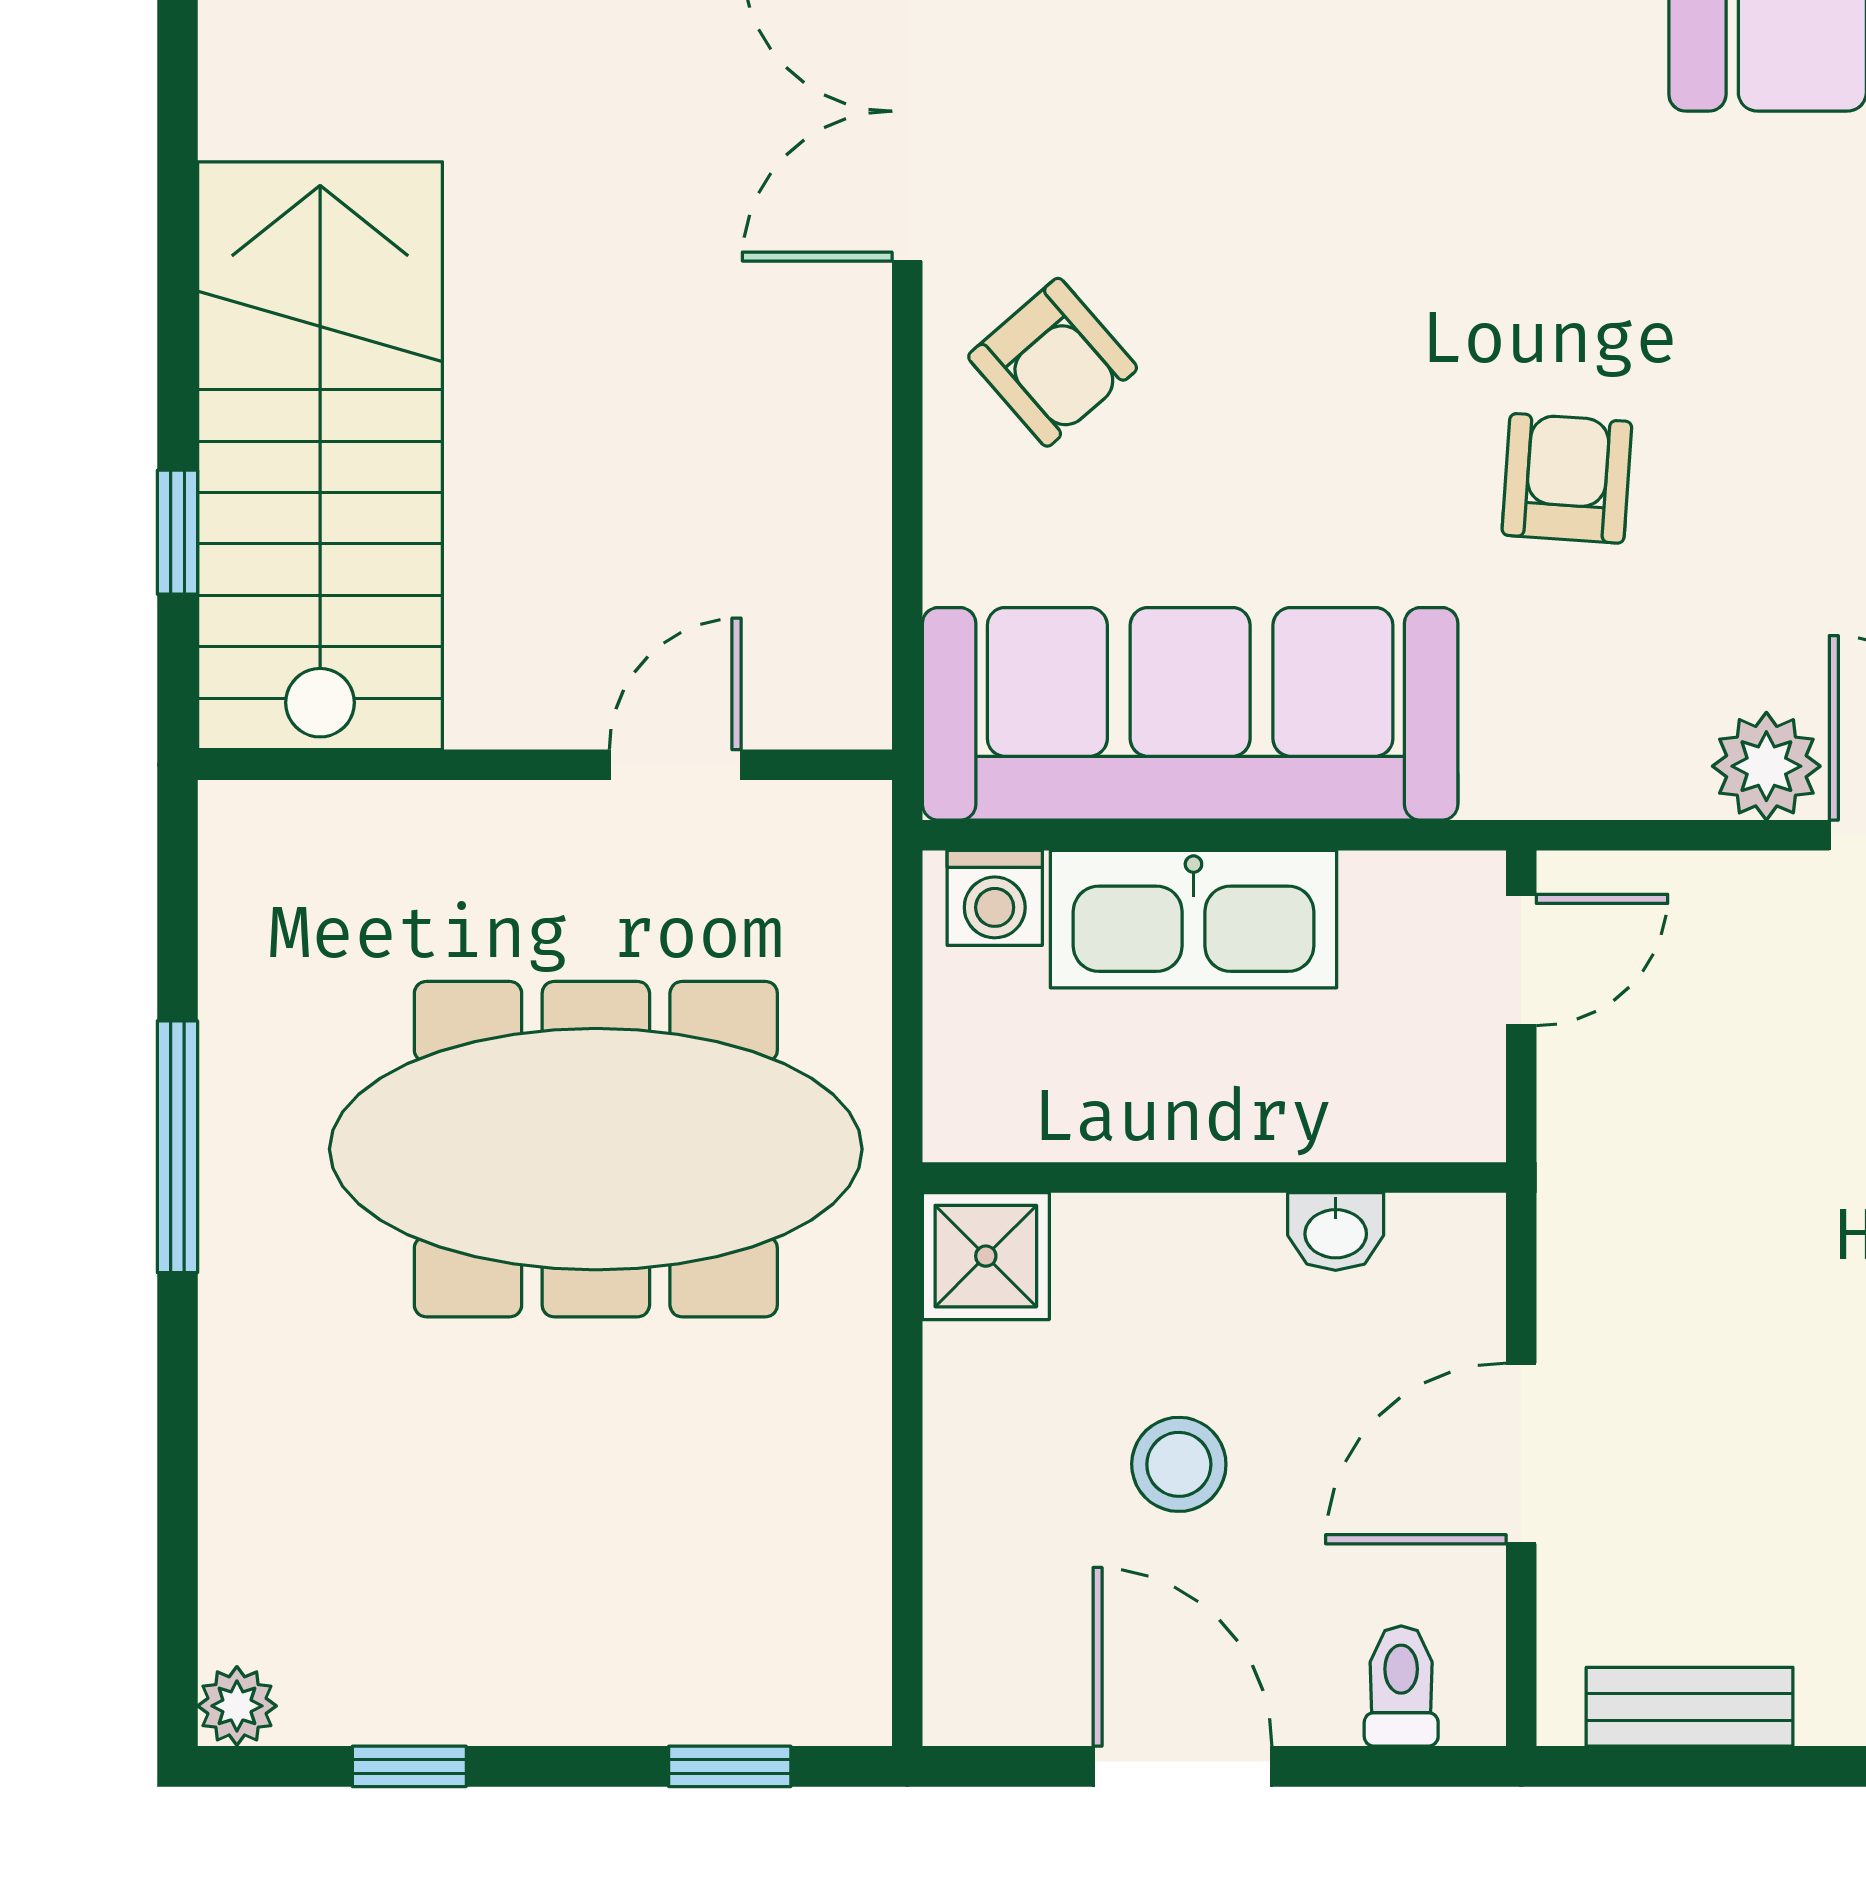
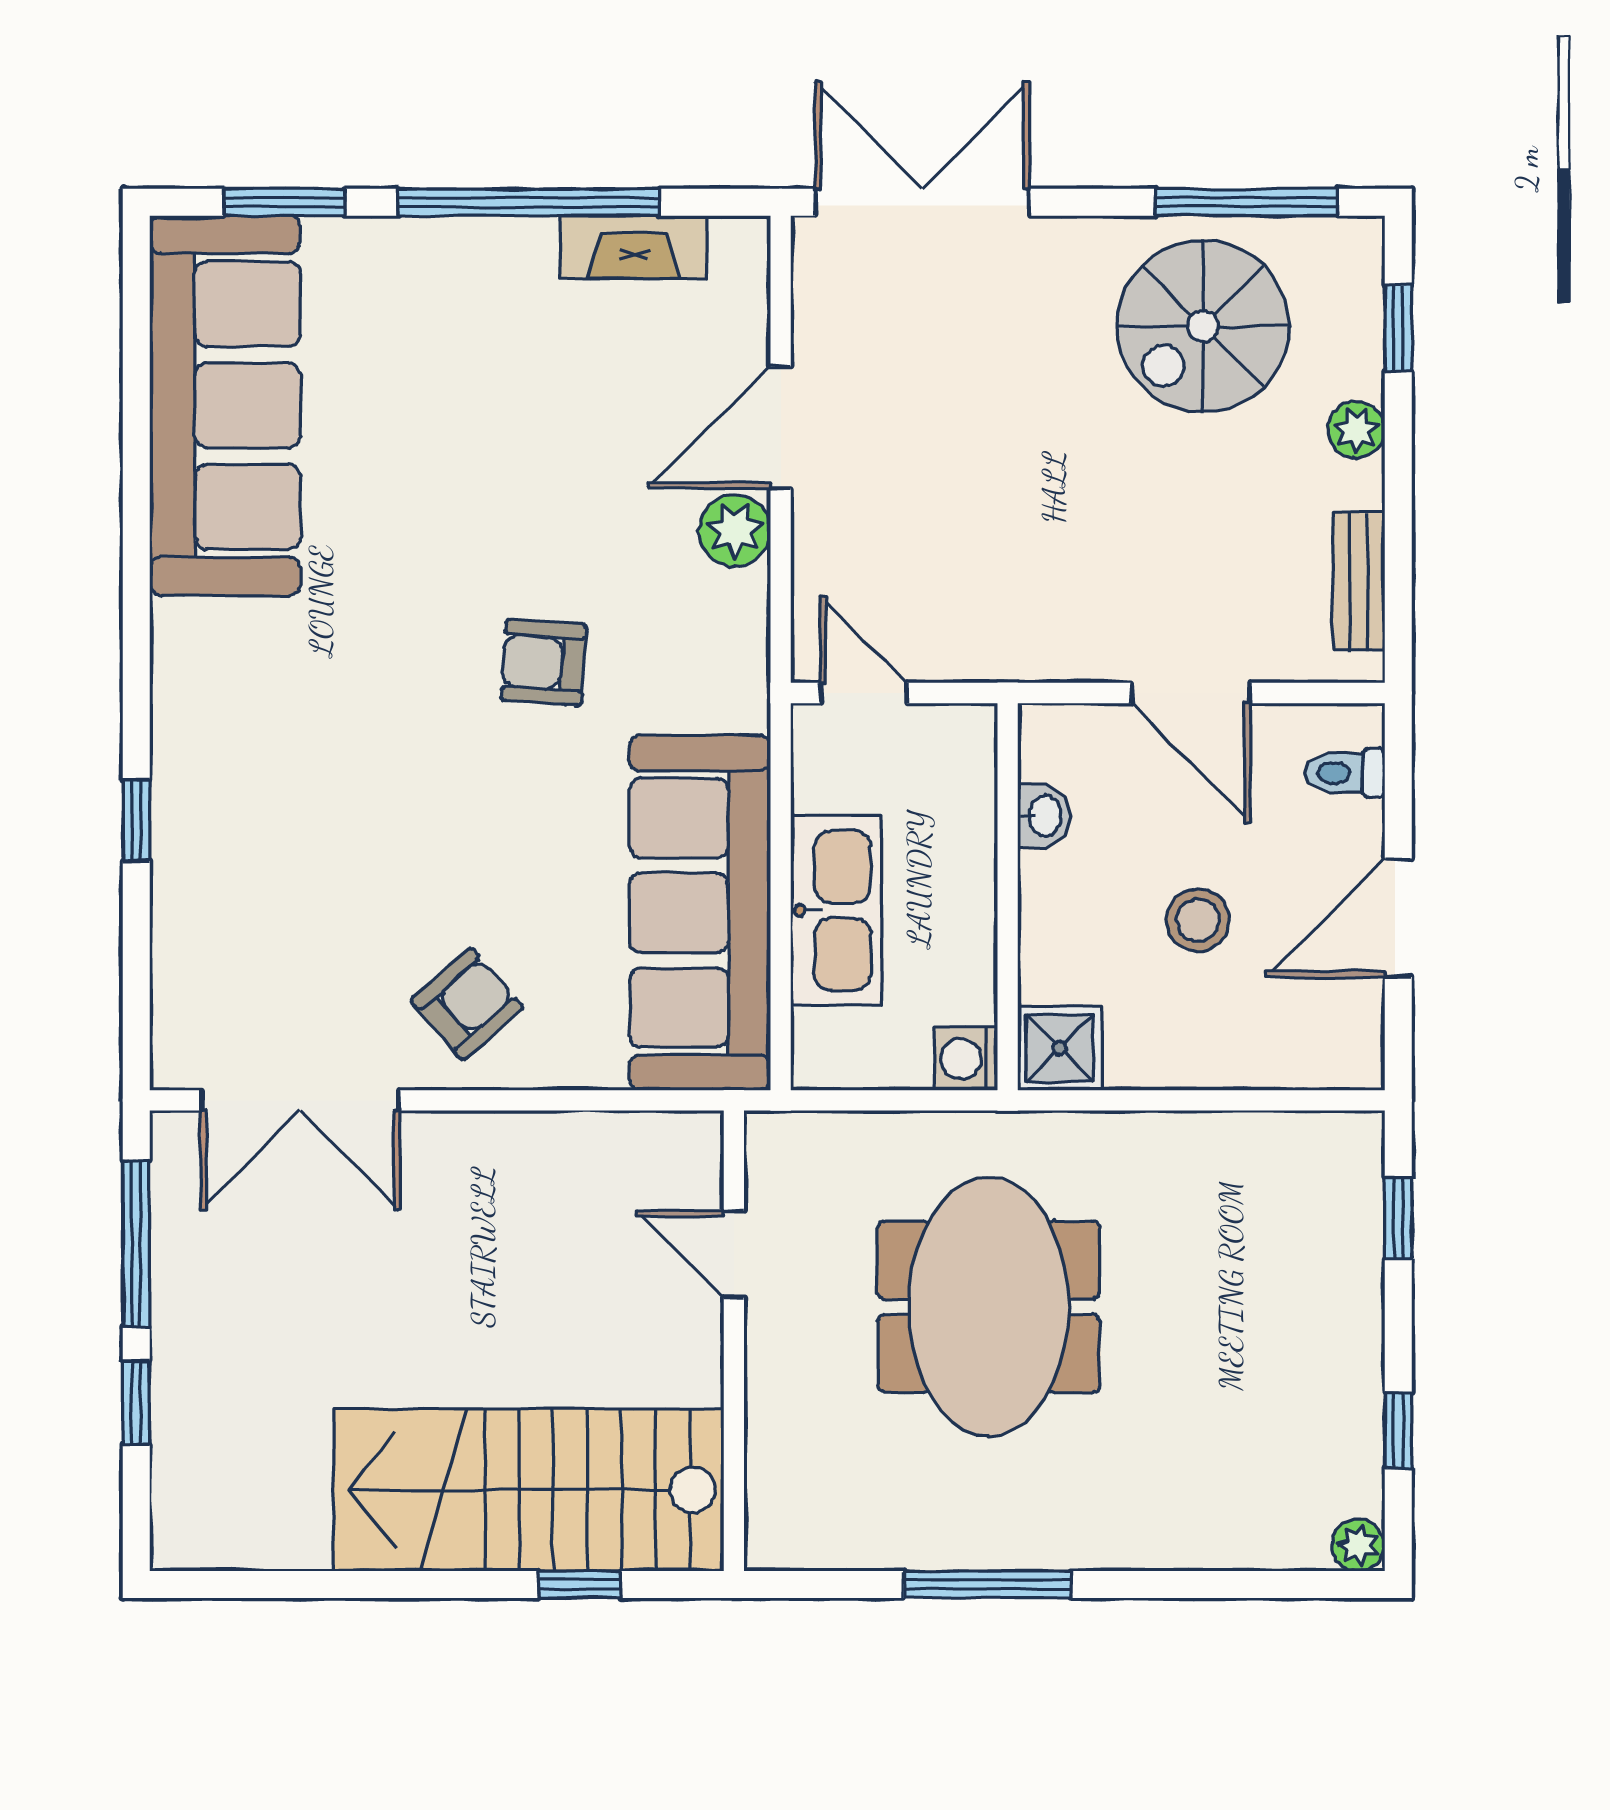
washing machine: (995, 898) -> (966, 1059), moved, turned 180
meeting table: (596, 1149) -> (989, 1307), width x0.73

